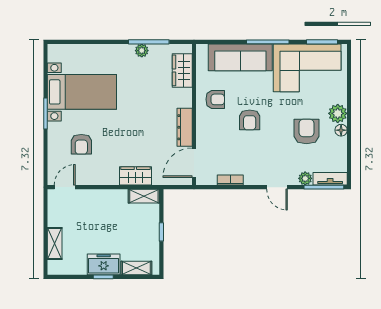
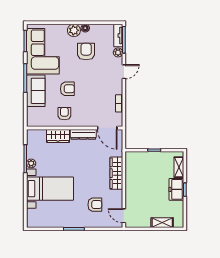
sofa: (240, 57) -> (36, 91), width x0.73
wardrobe: (182, 70) -> (58, 136), moved
bed with nightstands: (82, 92) -> (50, 189), moved, turned 90
armchair: (250, 120) -> (67, 89), moved
armchair: (306, 131) -> (86, 52), turned 90
wardrobe: (135, 176) -> (116, 173), width x1.50
shelving: (144, 196) -> (130, 162), removed

